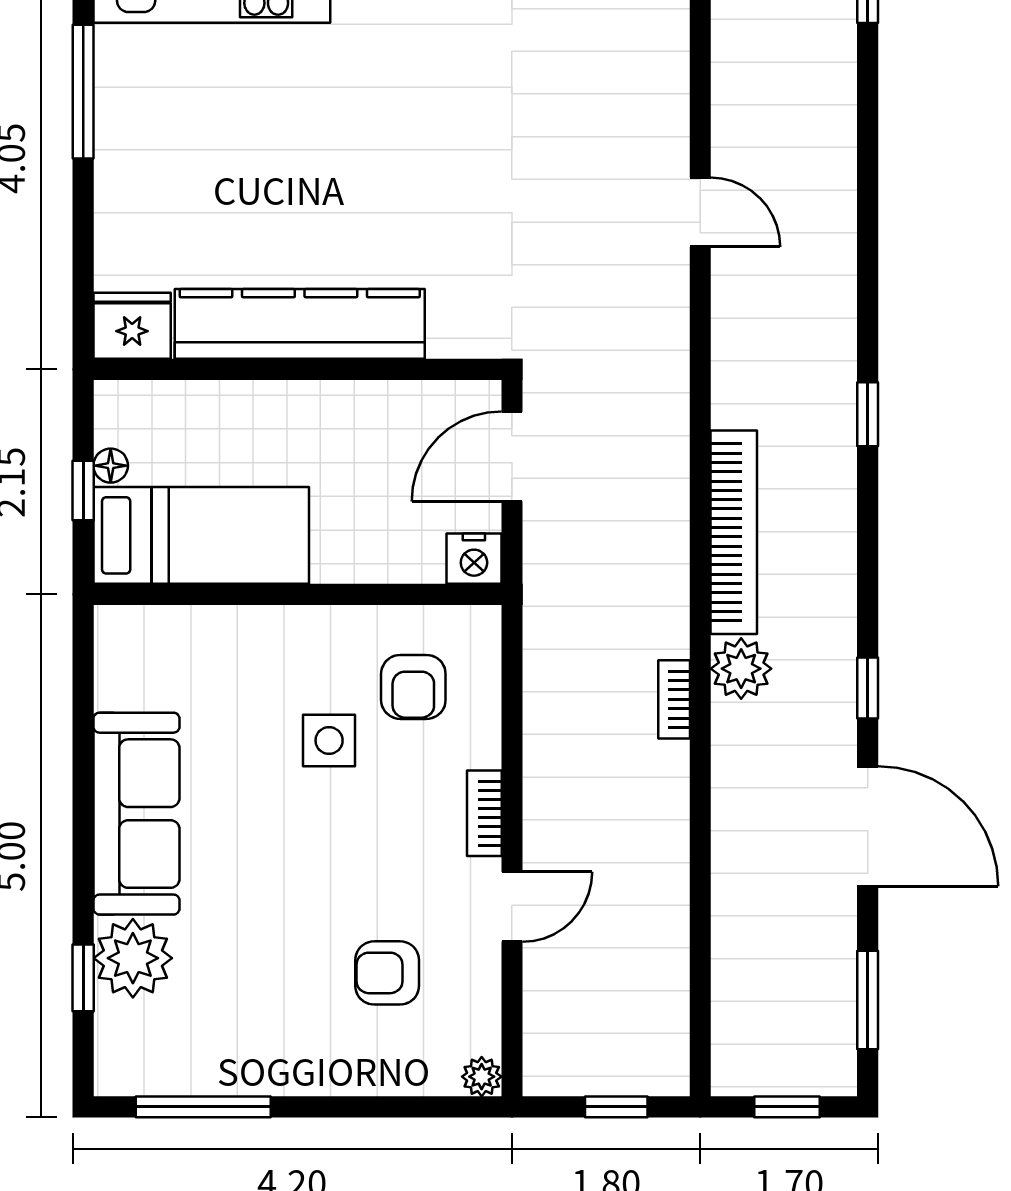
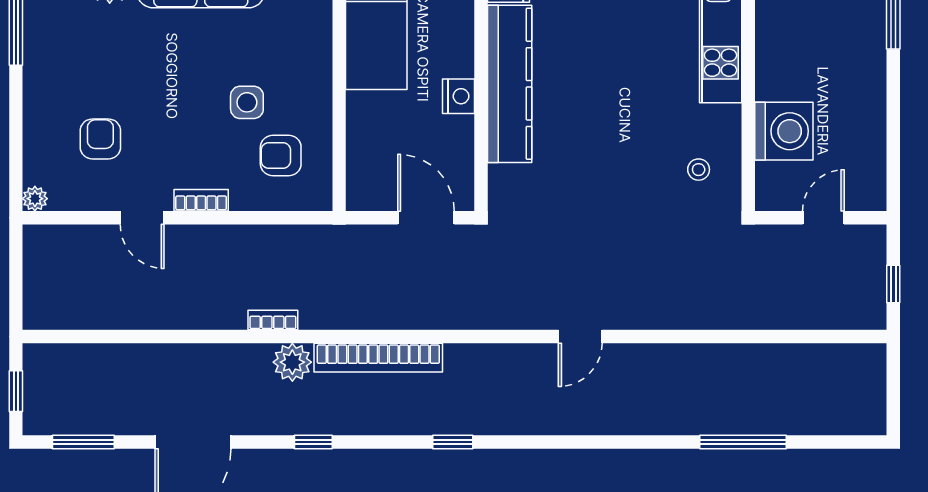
stool: (436, 24) -> (699, 170), added
nightstand: (474, 559) -> (458, 96), moved, turned 180
window: (868, 688) -> (313, 442), moved
window: (616, 1107) -> (16, 283), removed

